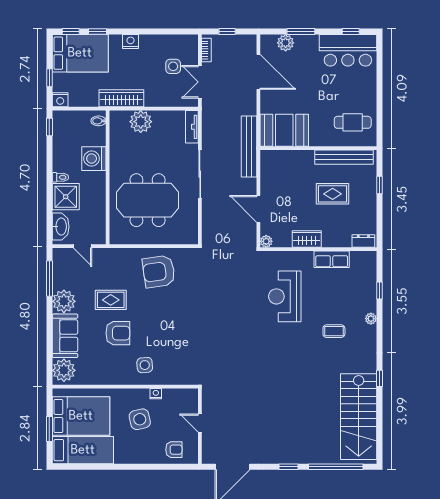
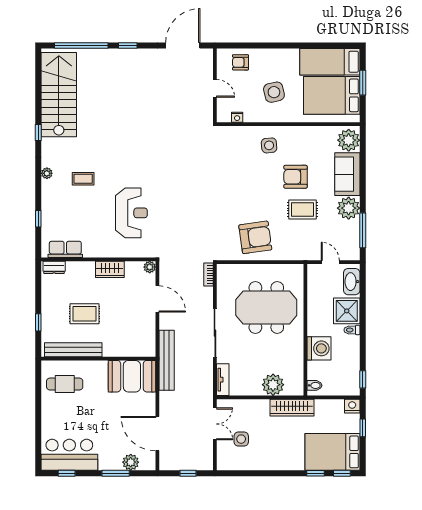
nightstand: (131, 42) -> (283, 463), removed
bookcase: (206, 50) -> (208, 275), moved
row of seats: (332, 259) -> (65, 249), moved
plant: (371, 319) -> (47, 173), moved
nightstand: (156, 394) -> (237, 117), moved

